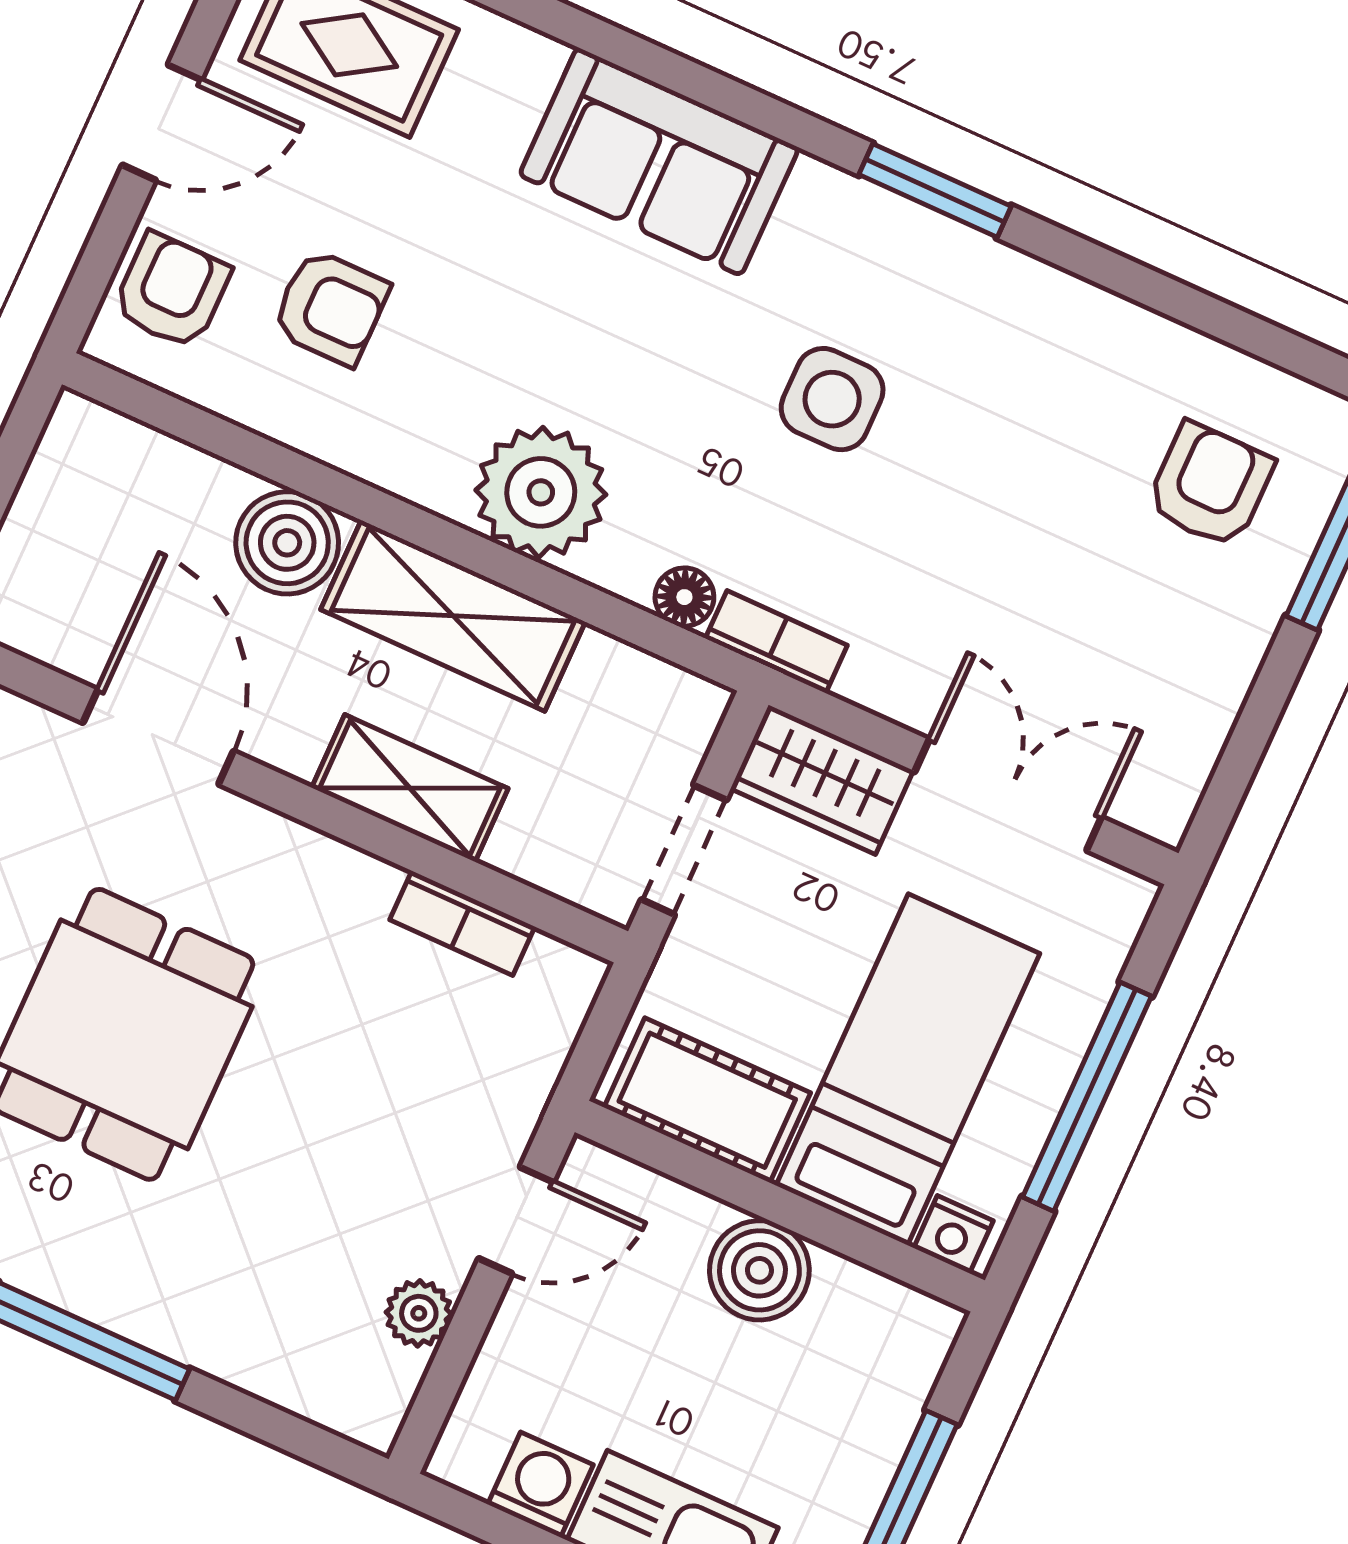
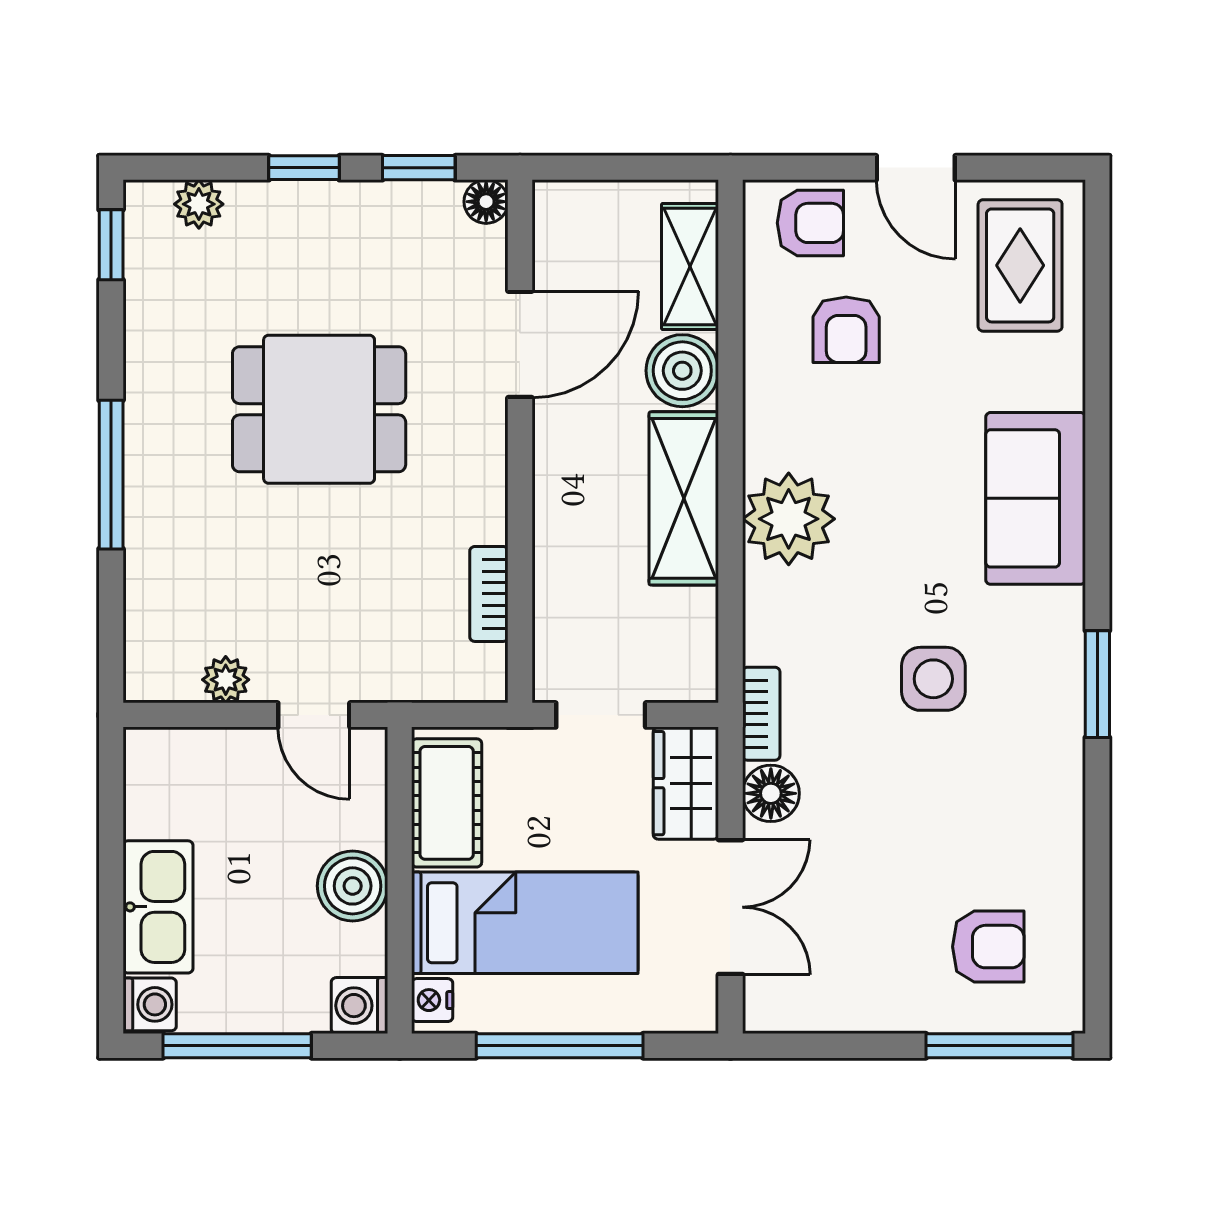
floor lamp: (684, 597) -> (771, 793), moved, width x1.37, depth x1.37
shelving: (410, 788) -> (690, 267), moved
washing machine: (541, 1485) -> (360, 1006), moved, turned 180

